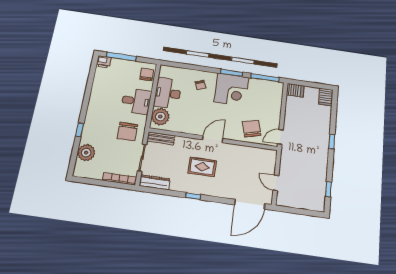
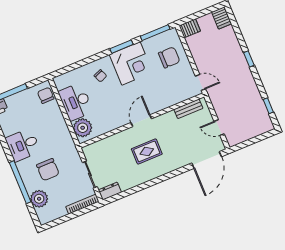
desk: (136, 101) -> (23, 145), moved, turned 180
chair: (252, 129) -> (169, 57), moved, turned 105
window: (80, 130) -> (20, 182), width x3.17
chair: (127, 132) -> (48, 170), moved
door: (280, 137) -> (200, 82), swing flipped
bench: (161, 138) -> (188, 109), moved
dresser: (155, 182) -> (110, 191), width x0.70
window: (193, 196) -> (154, 182), removed

